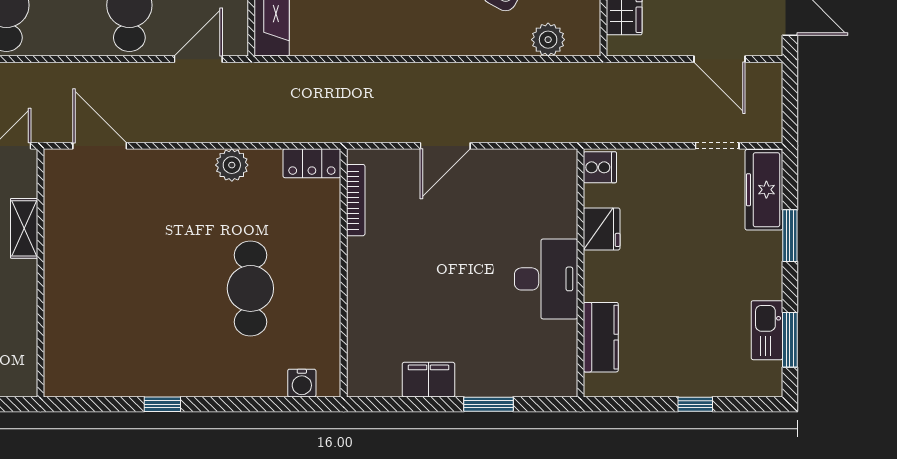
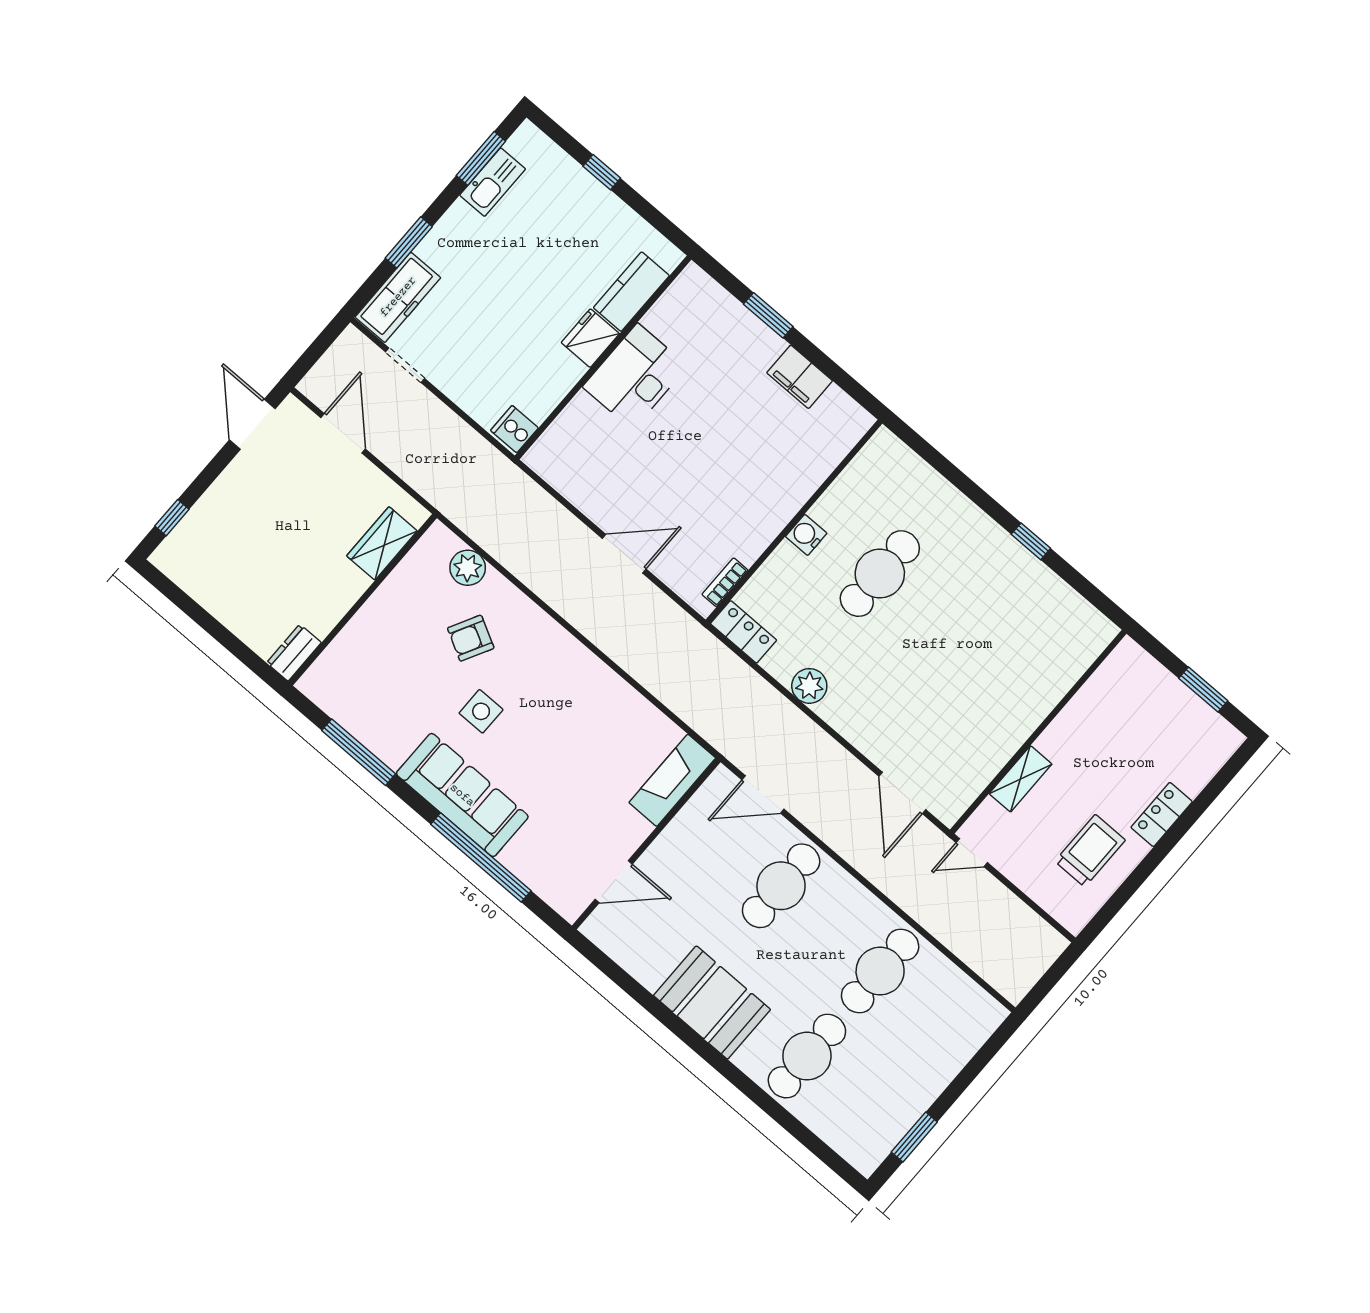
bookcase: (356, 200) -> (725, 582), width x0.64
fridge: (602, 229) -> (590, 338), moved
water cooler: (302, 383) -> (806, 535), moved, turned -90

